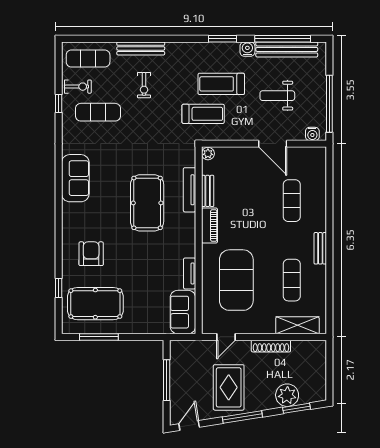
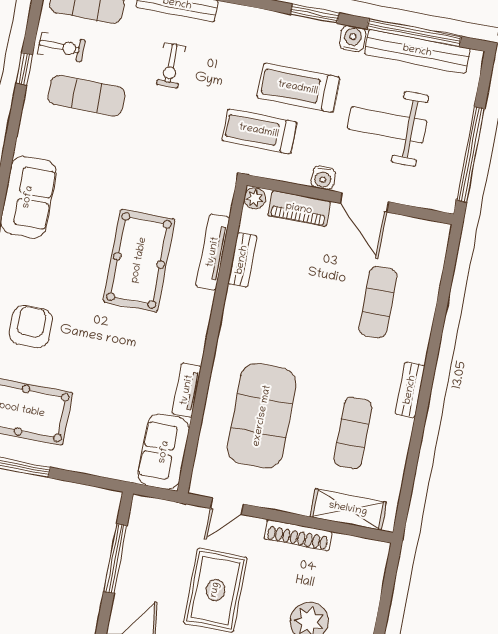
weight bench: (277, 96) -> (387, 125), width x1.36, depth x1.33
treadmill: (203, 114) -> (259, 131), turned 180
water cooler: (312, 134) -> (323, 178), moved
piano: (209, 226) -> (299, 209), moved, turned 90

